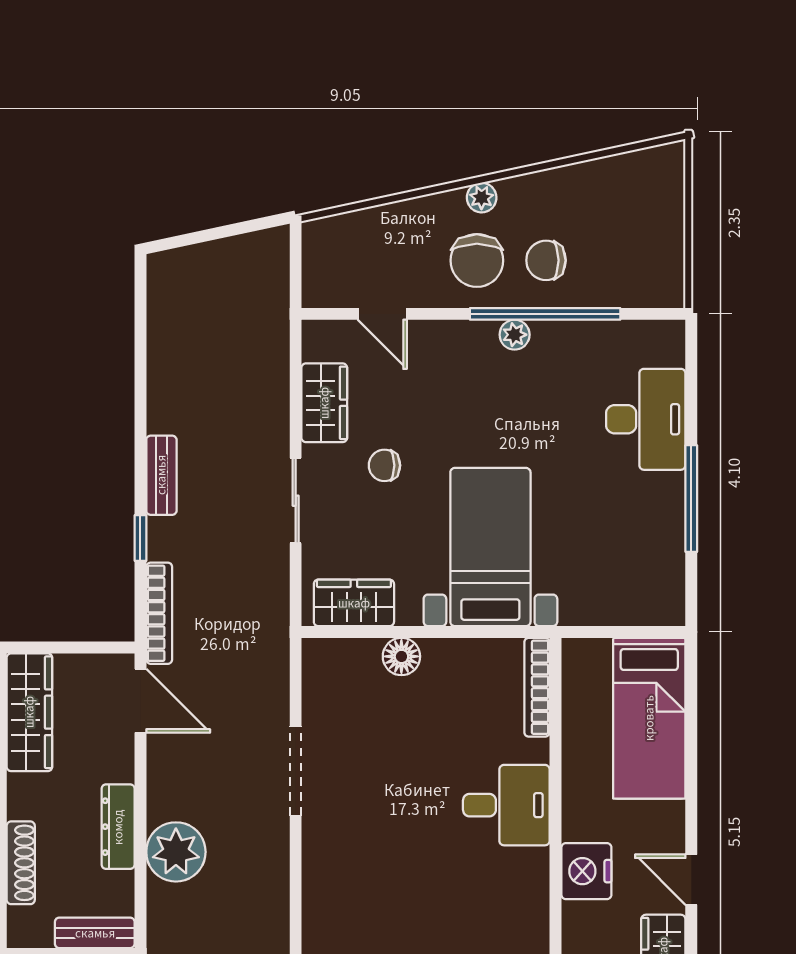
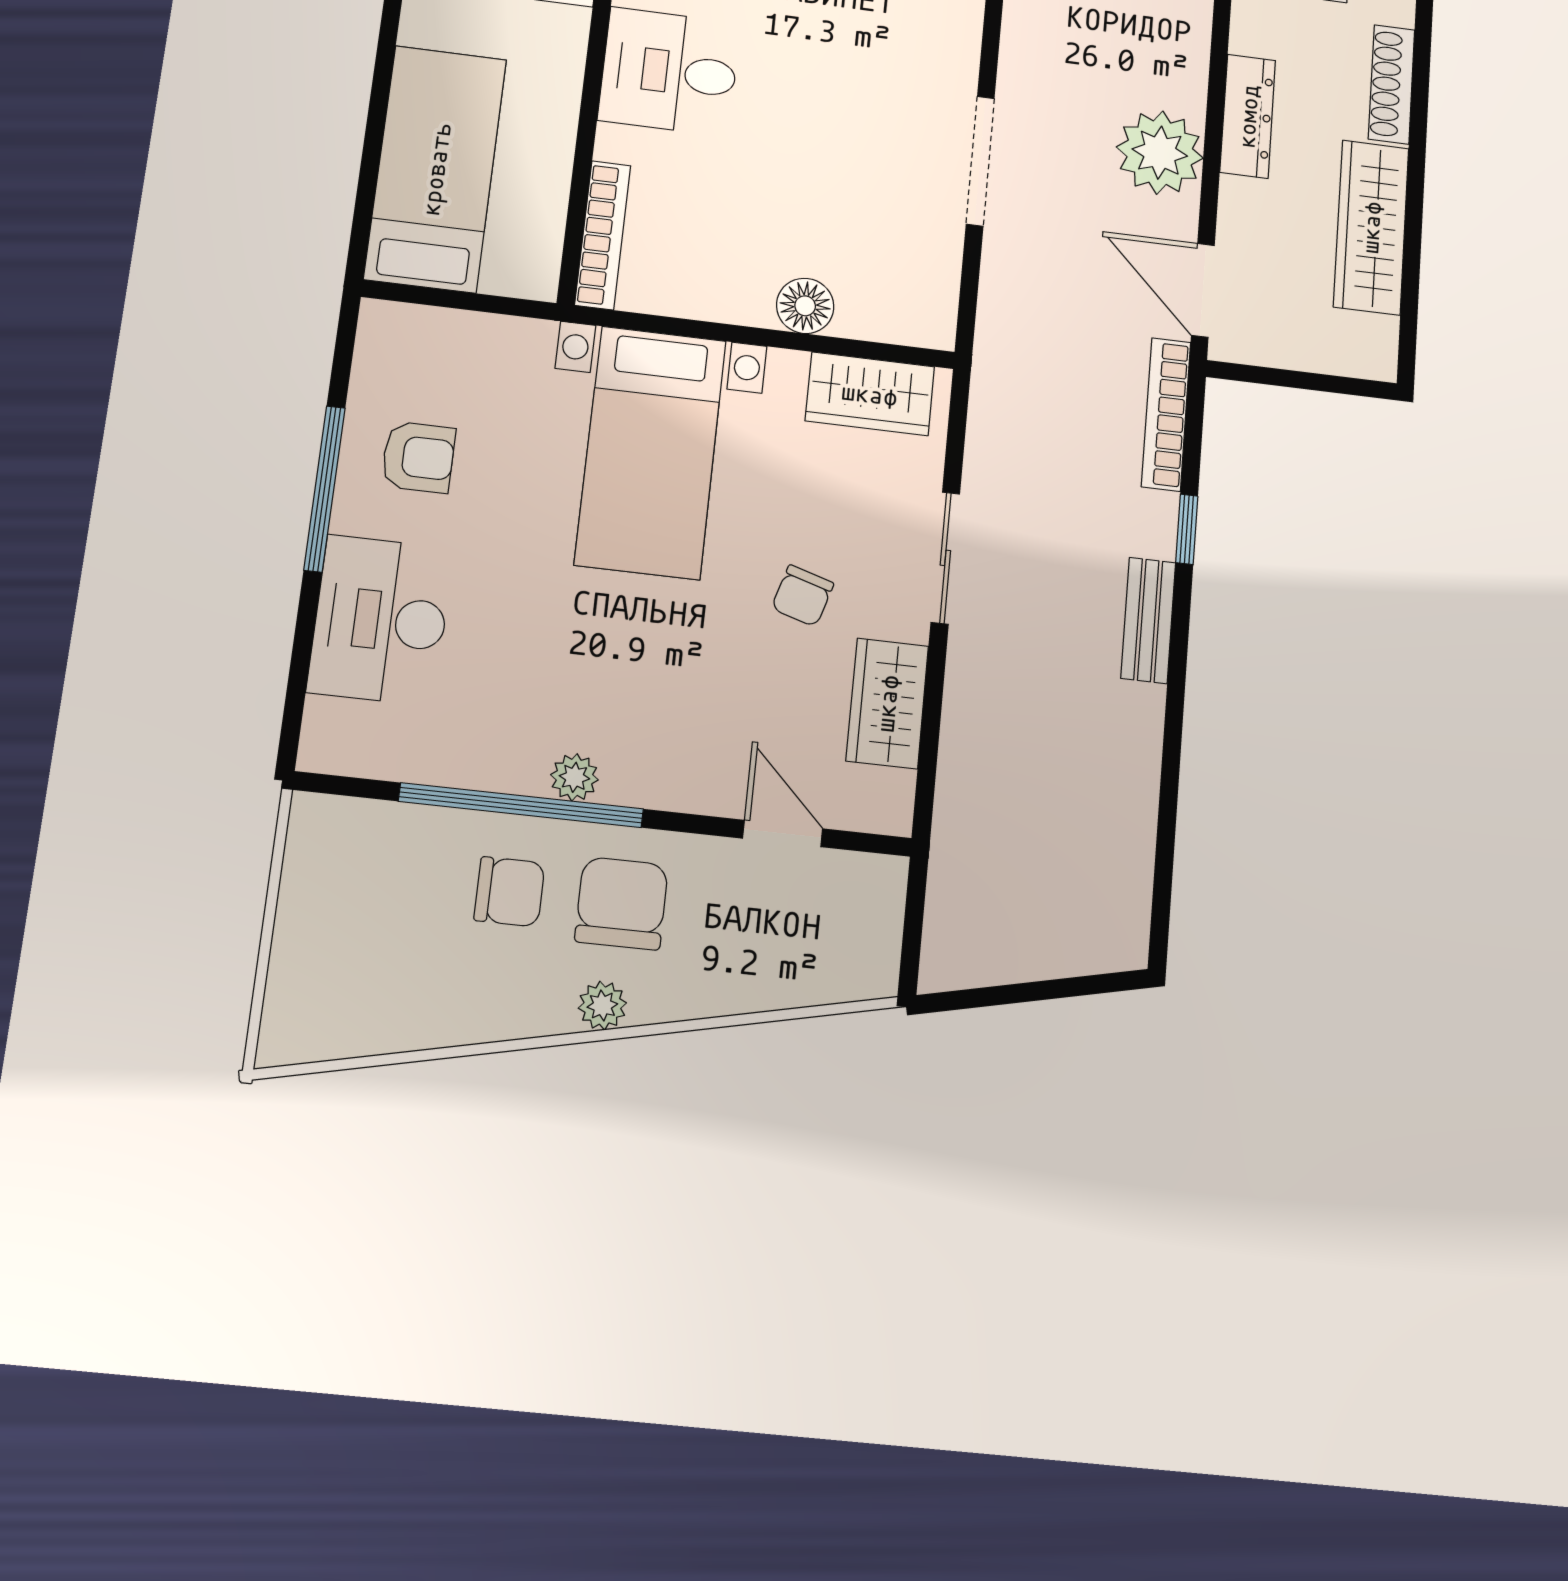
chair: (384, 465) -> (803, 596), turned 107
armchair: (636, 526) -> (418, 457), added
wardrobe: (29, 712) -> (1371, 227), moved
plant: (176, 852) -> (1160, 153), moved

